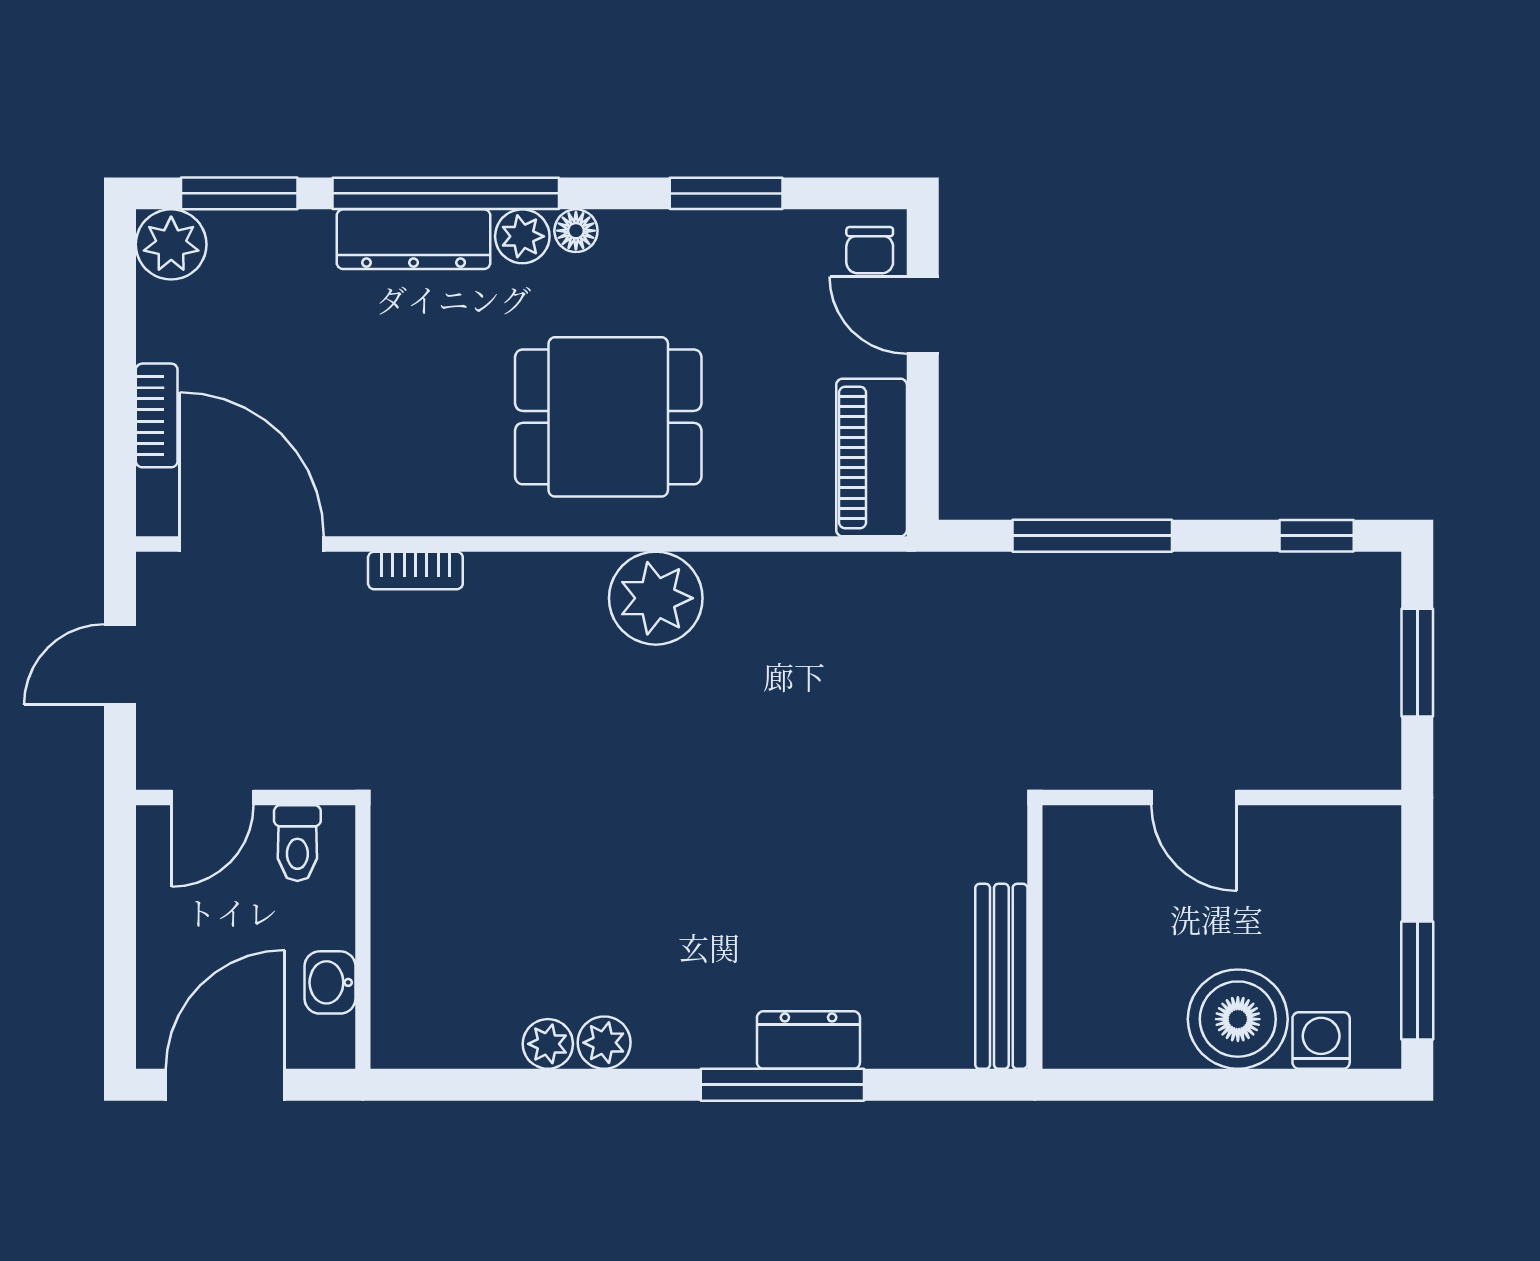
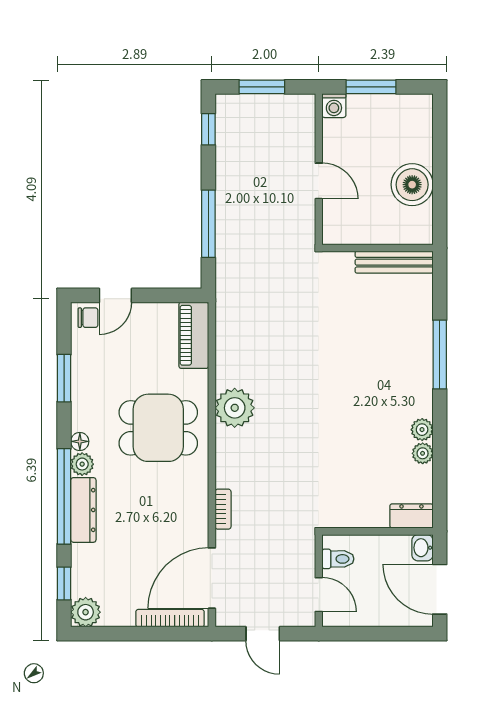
window: (239, 193) -> (64, 583), width x0.67
bookcase: (157, 415) -> (170, 618), width x1.56
dining table: (608, 417) -> (158, 428), turned 90
piano: (872, 457) -> (194, 335), moved, turned 90
door: (1194, 798) -> (319, 181), hinge flipped
window: (1417, 981) -> (371, 87), moved
washbasin: (330, 982) -> (422, 548), moved, turned 90
boiler: (1238, 1019) -> (412, 185), moved
dresser: (808, 1040) -> (411, 516), moved, turned 90
washing machine: (1321, 1040) -> (334, 106), moved, turned -90

